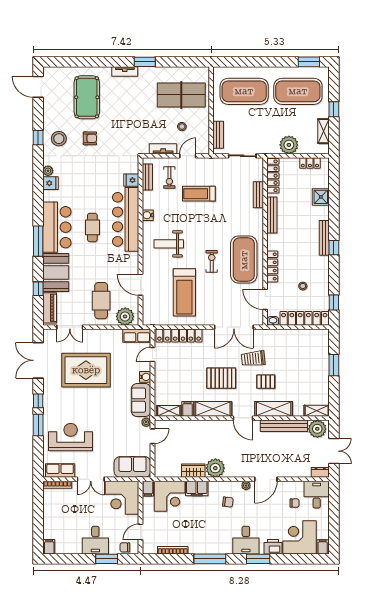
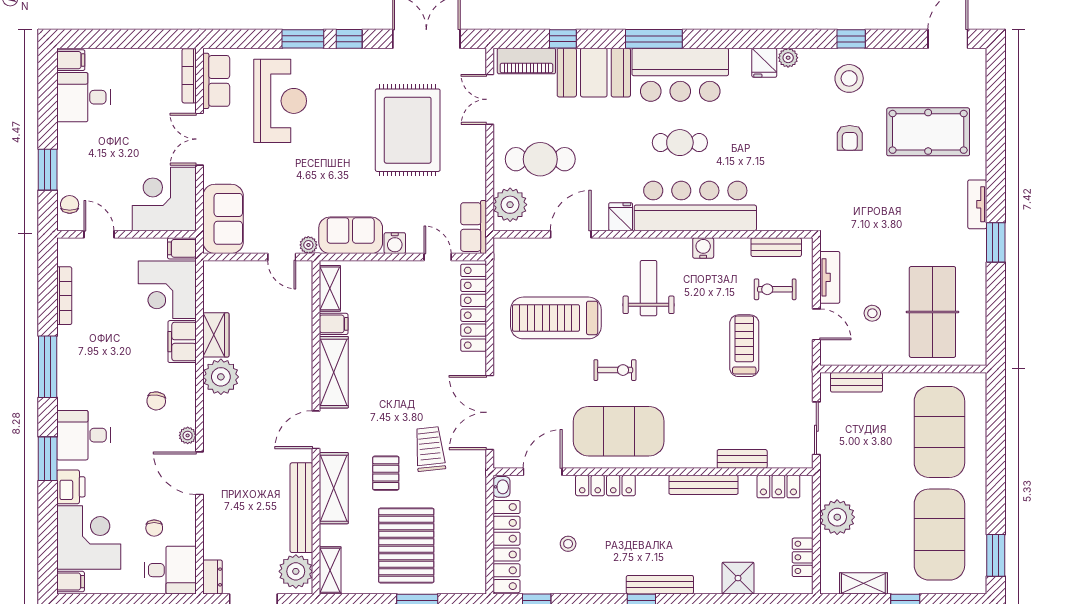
locker: (273, 176) -> (778, 487), width x0.66
fridge: (131, 180) -> (621, 217), moved
pallet: (221, 378) -> (406, 545), moved, width x1.37, depth x1.41
desk: (95, 540) -> (83, 97), moved

